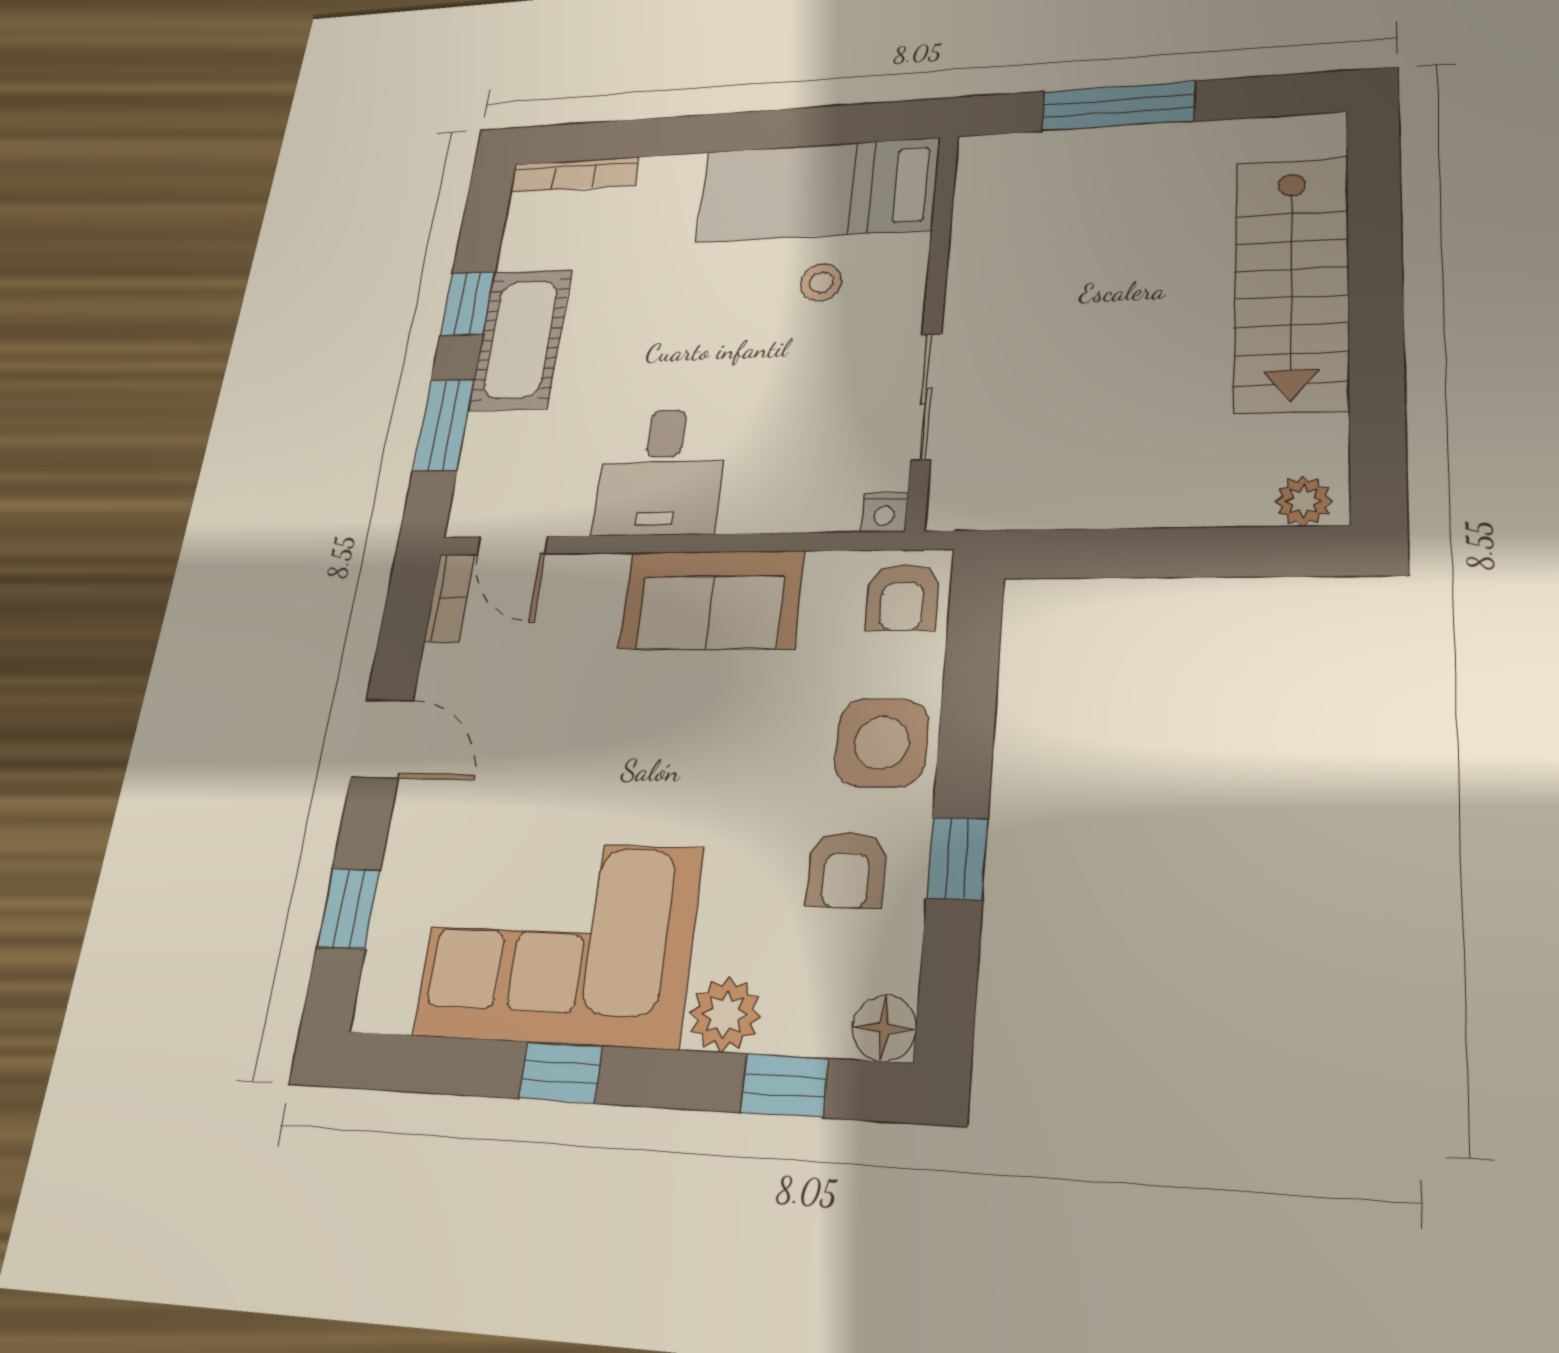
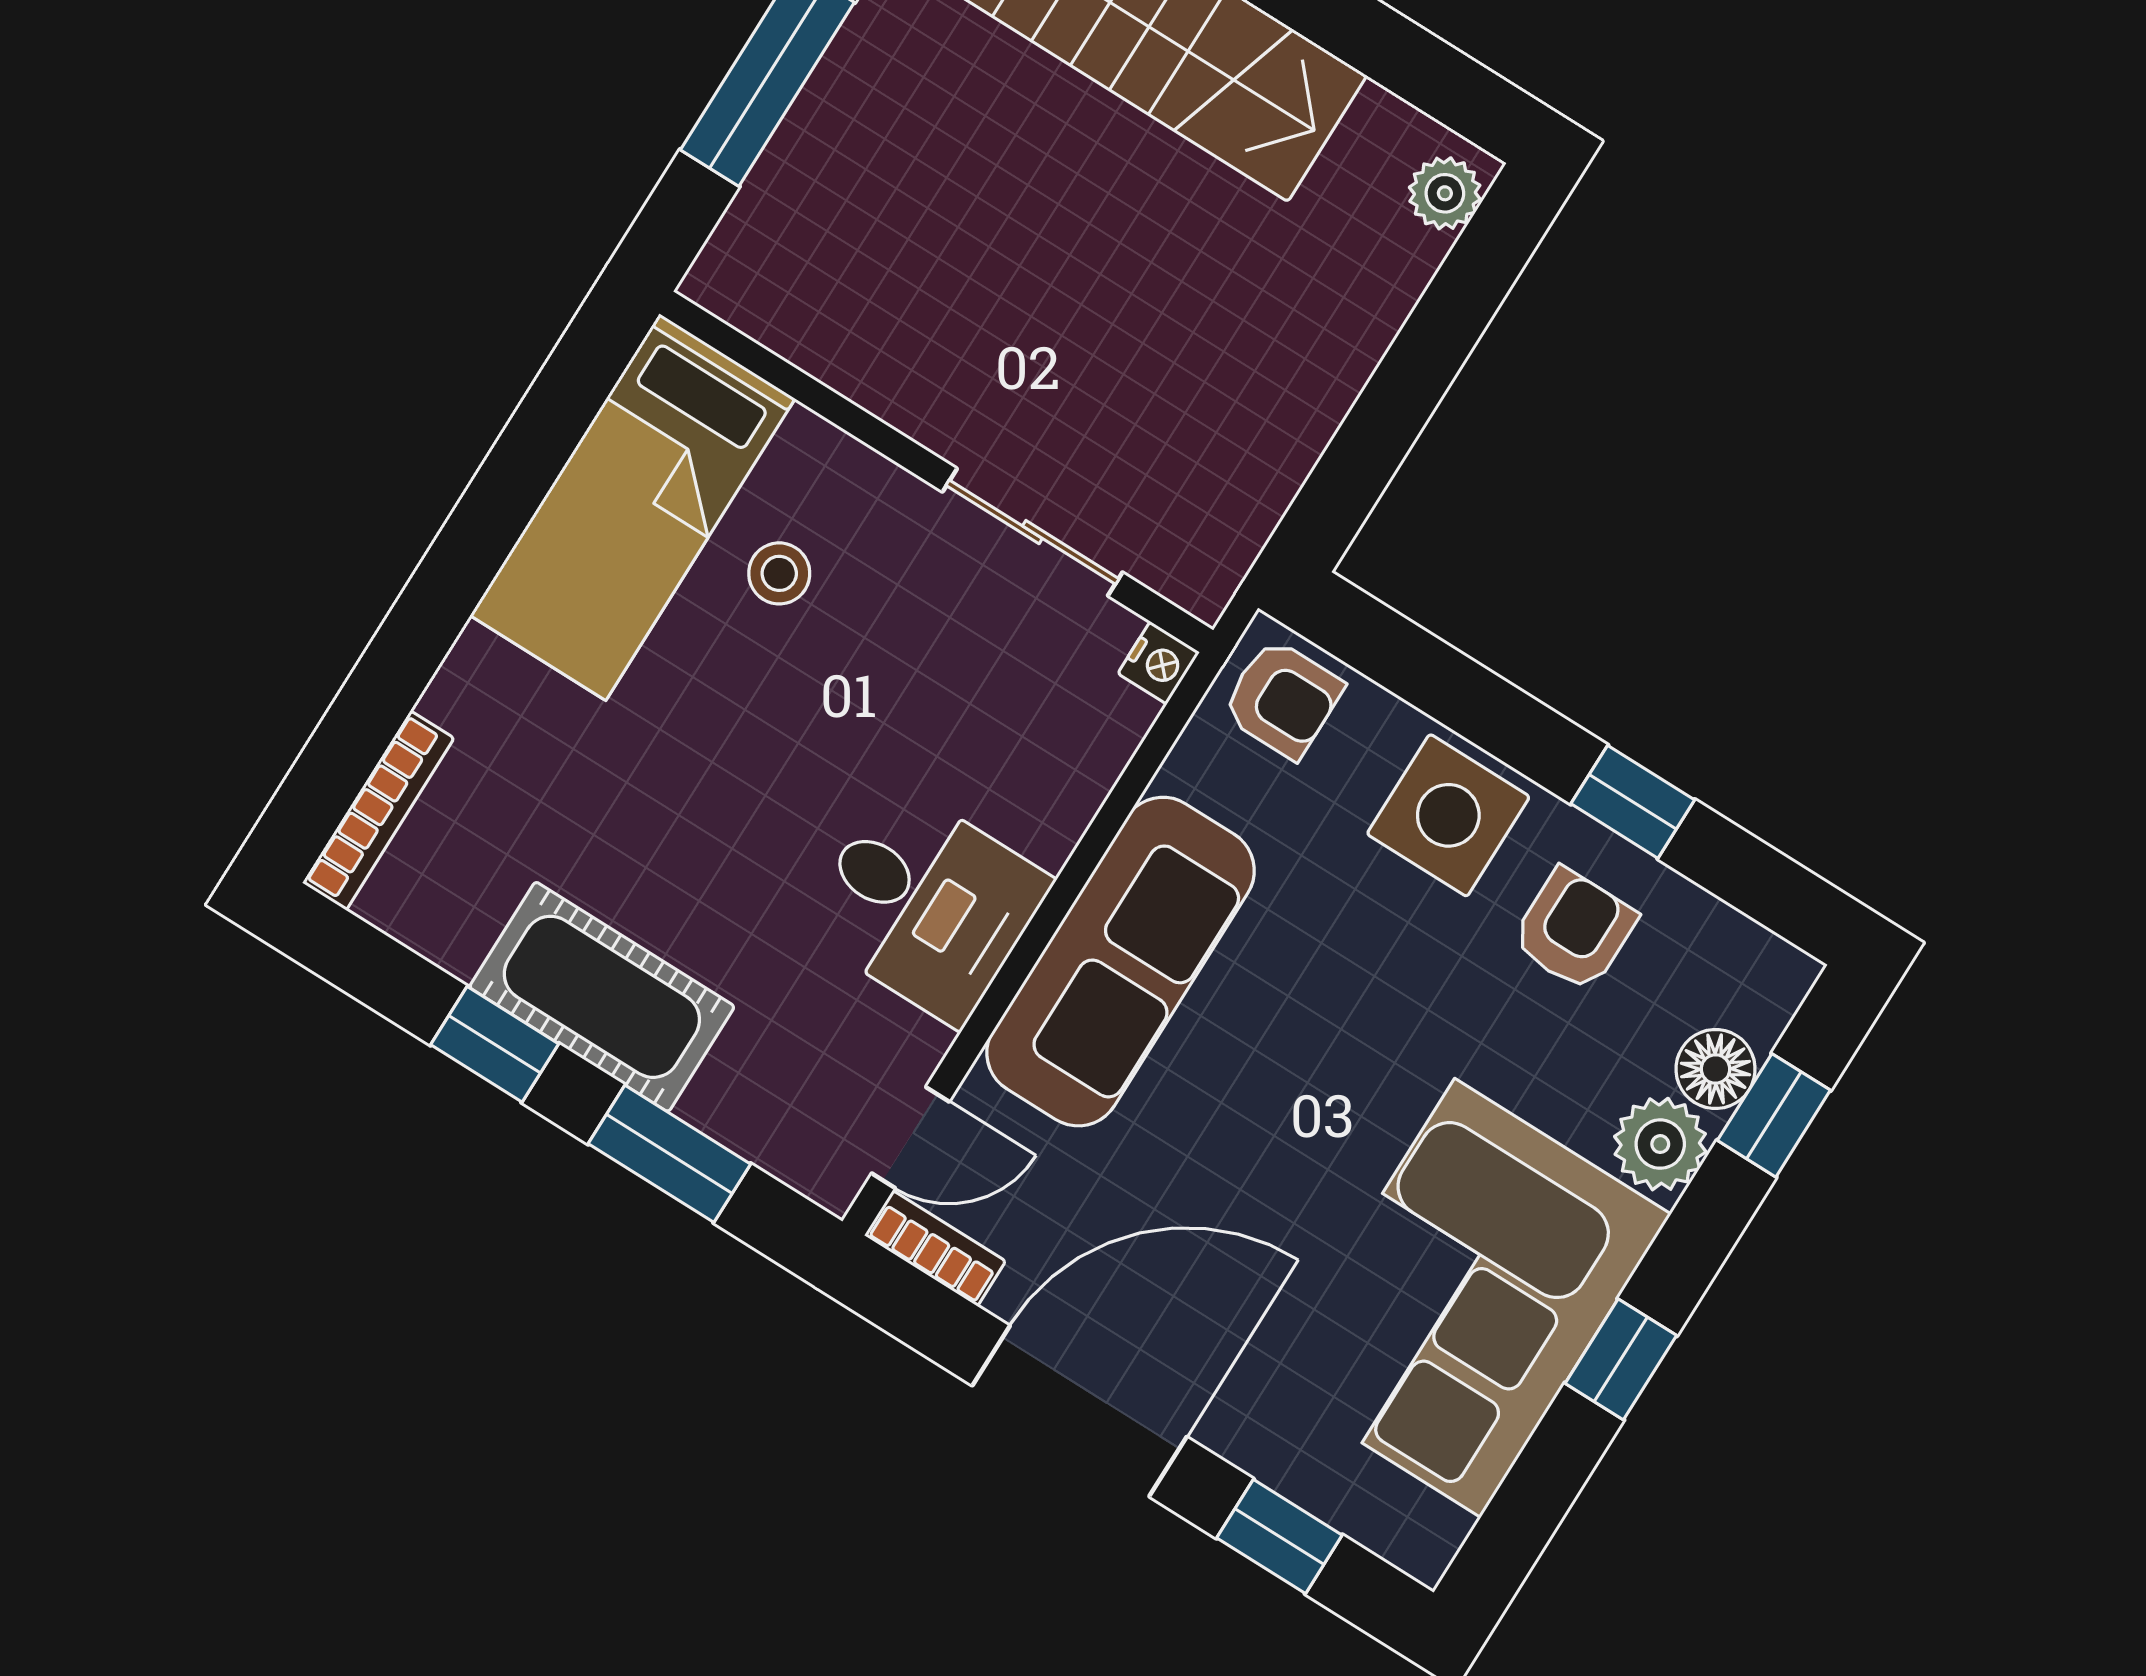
sofa: (712, 600) -> (1121, 962), width x1.36
door: (382, 739) -> (1080, 1411), width x1.87
armchair: (846, 870) -> (1574, 930), turned -90
floor lamp: (884, 1028) -> (1716, 1069), moved

